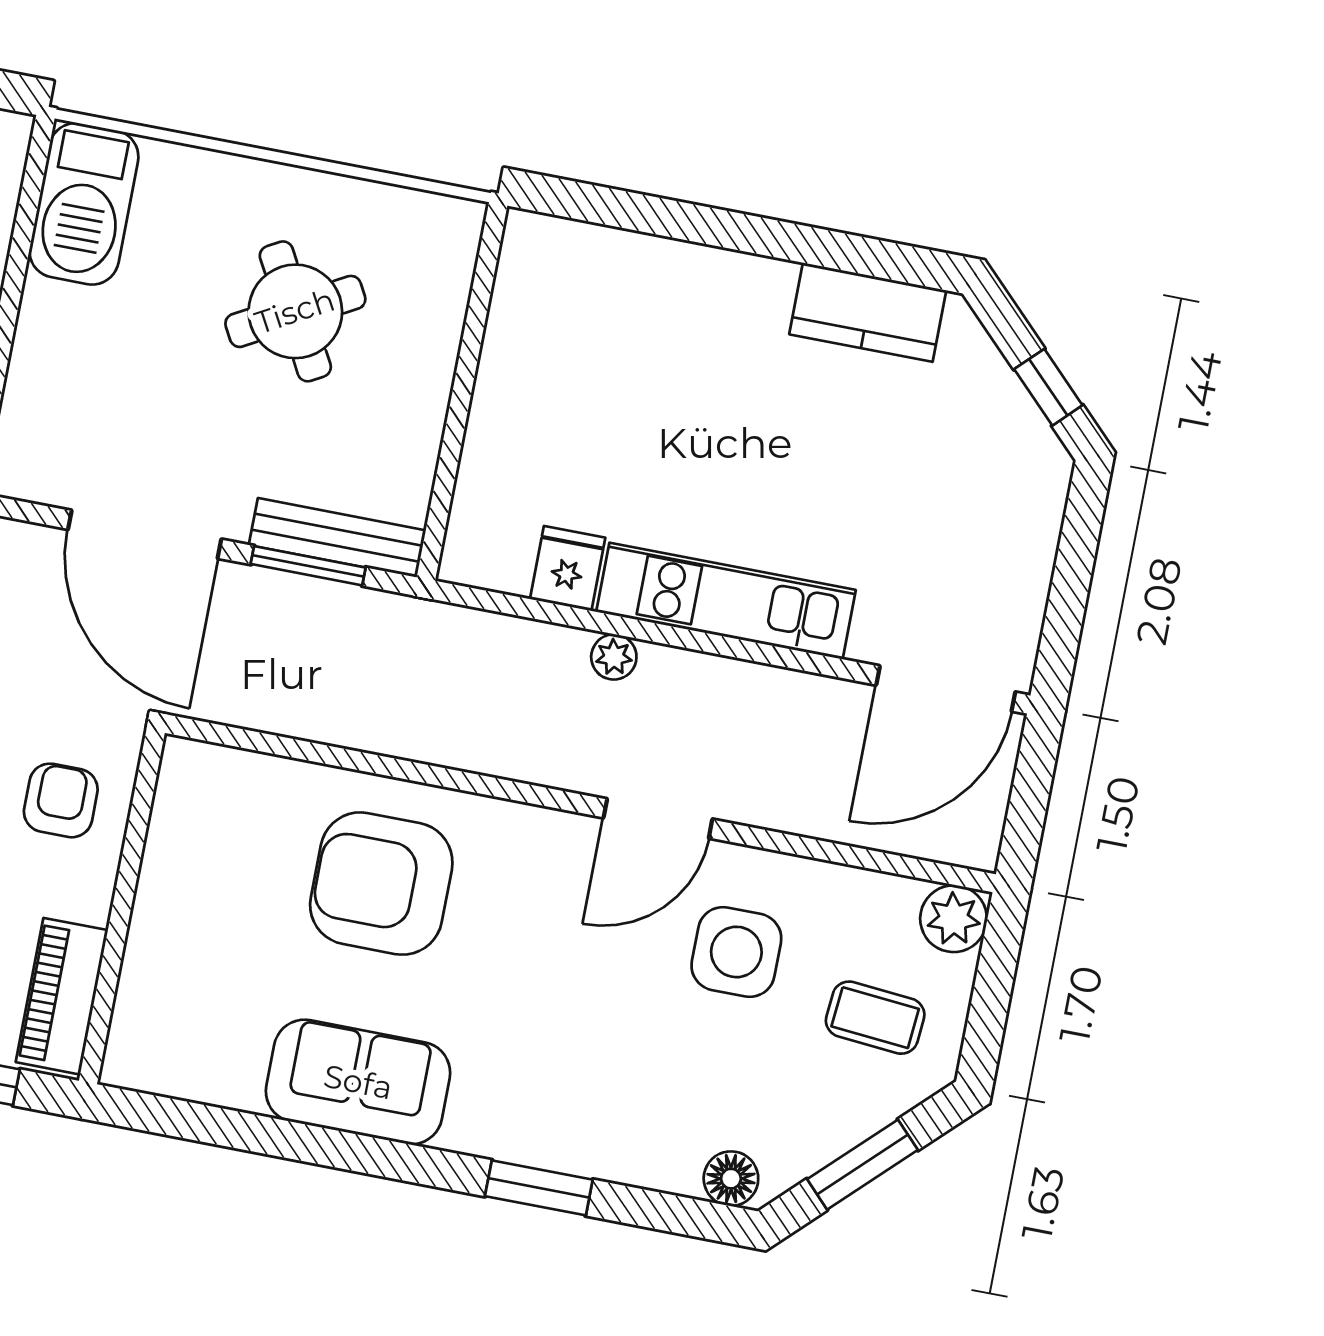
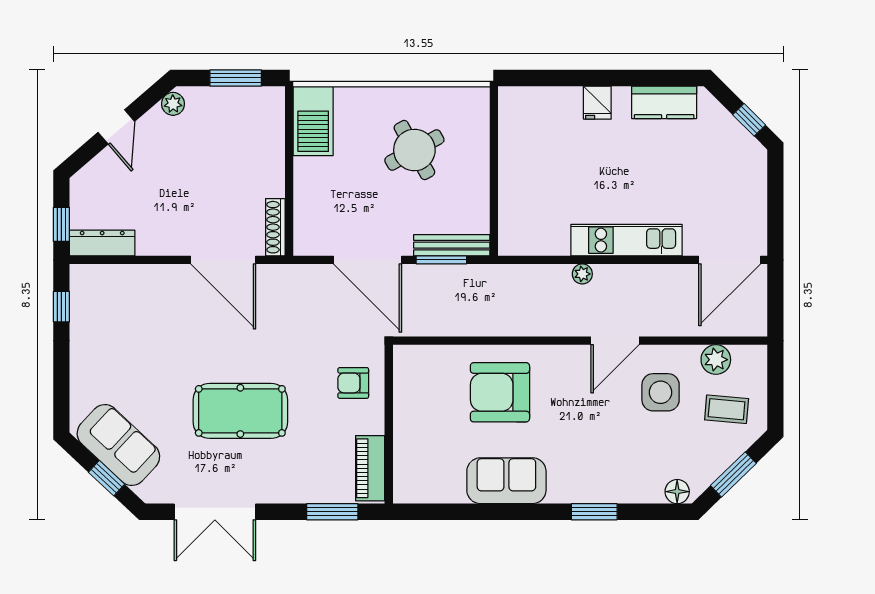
fridge: (568, 568) -> (597, 103), moved, turned 180
armchair: (61, 800) -> (353, 383), turned -90
plant: (954, 919) -> (716, 360), moved

